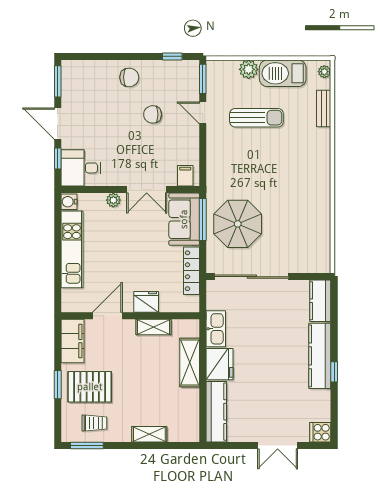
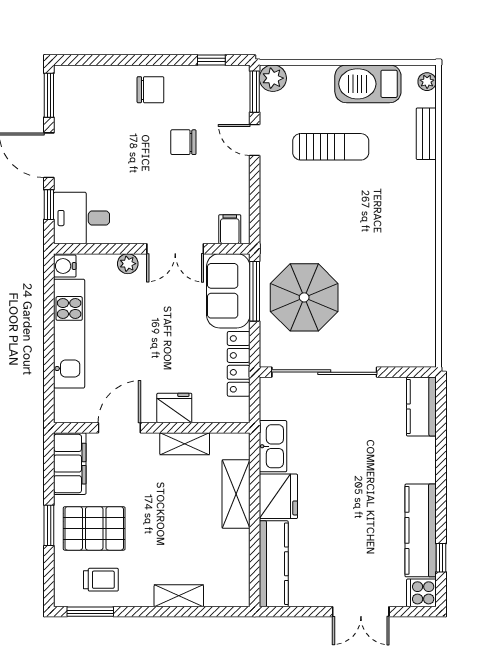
plant: (249, 69) -> (273, 78), moved
kitchen counter: (320, 356) -> (421, 530), moved
window: (334, 372) -> (441, 558), moved

